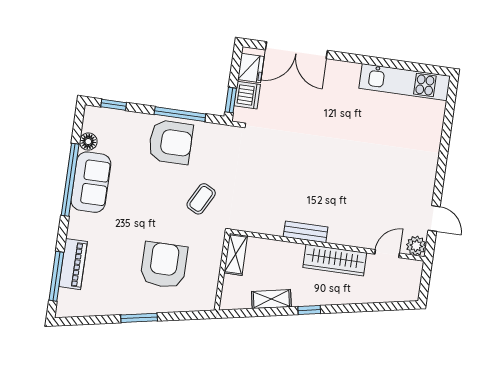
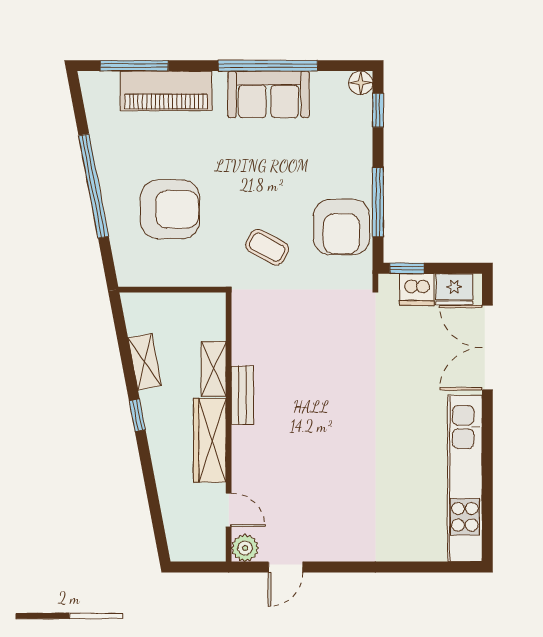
kitchen unit: (405, 82) -> (465, 479), width x1.36
floor lamp: (88, 142) -> (361, 83), moved
armchair: (171, 142) -> (341, 227), moved
shelving: (236, 254) -> (214, 369), moved, turned 90
piano: (73, 264) -> (166, 91), width x1.37, depth x1.33
window: (139, 318) -> (94, 186), width x2.11

